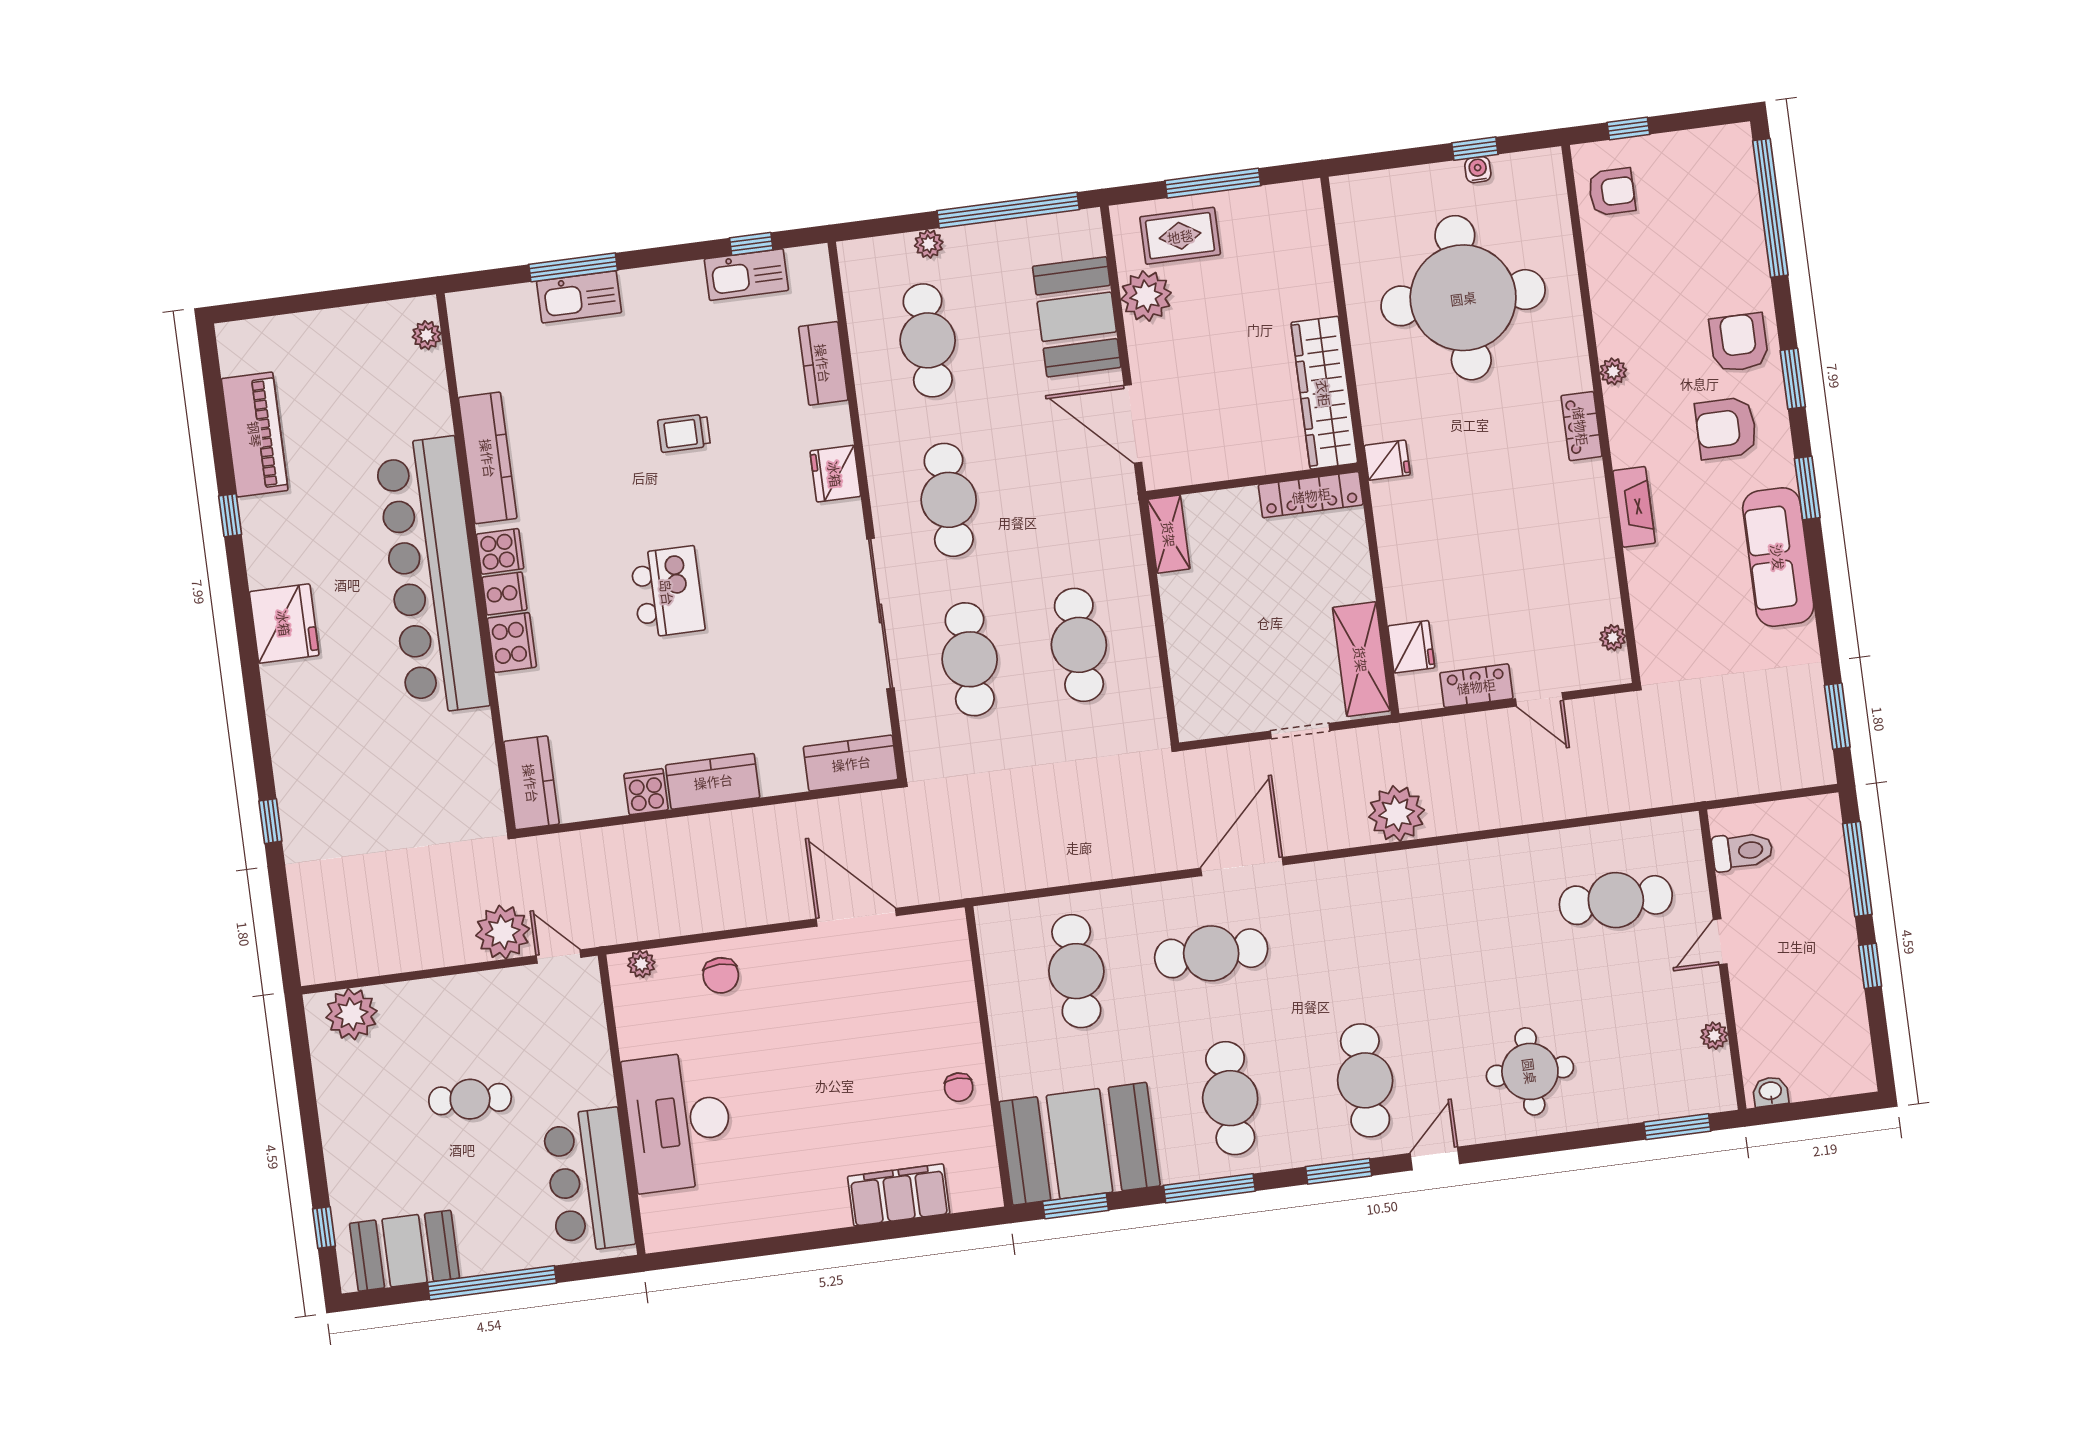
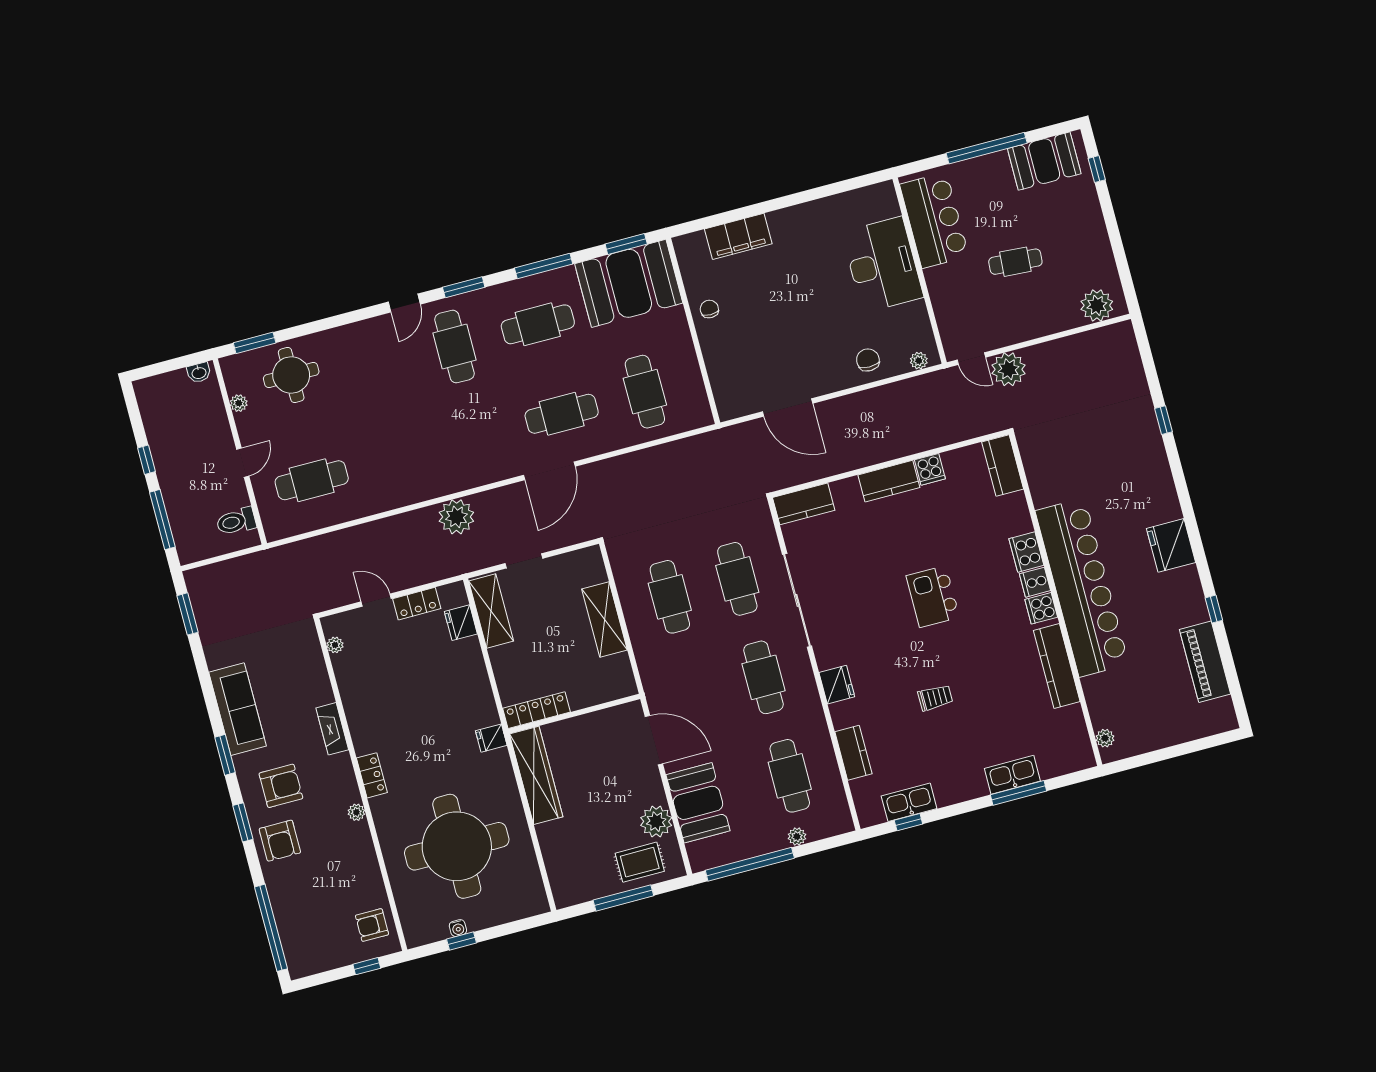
shelving: (1169, 534) -> (604, 620), moved, width x1.50, depth x1.33
round table: (1530, 1071) -> (291, 375), moved
cafe table: (1230, 1098) -> (538, 324), turned 90

